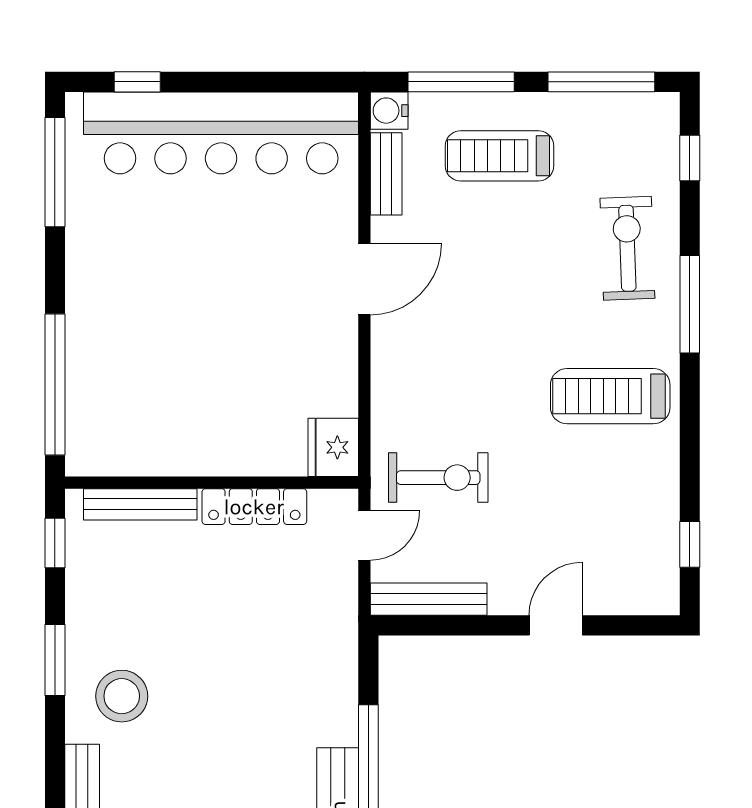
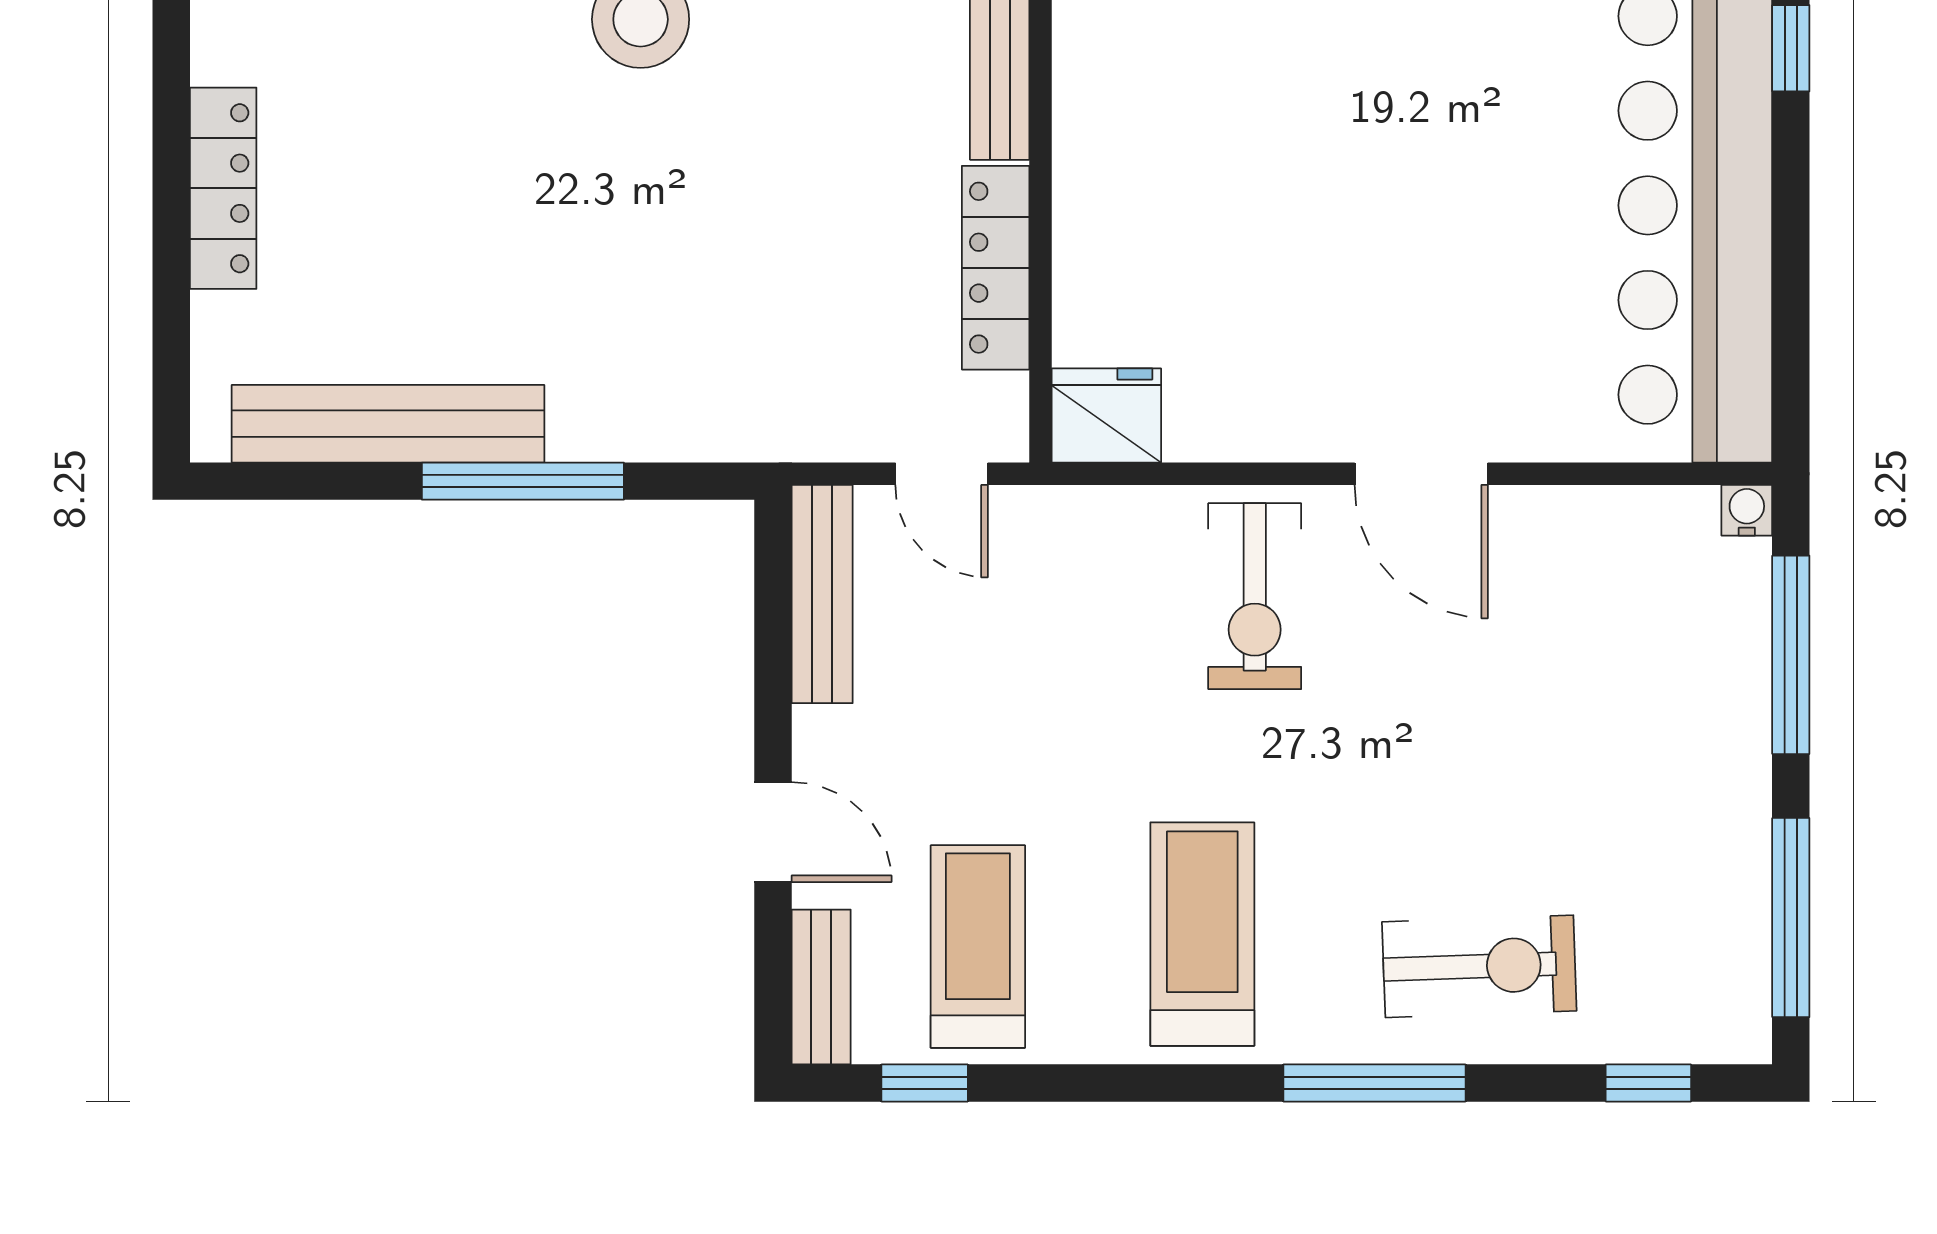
water cooler: (389, 111) -> (1747, 510), width x0.72, depth x0.72
treadmill: (500, 156) -> (978, 946), moved
bench: (386, 174) -> (821, 987), moved, turned 90
exercise bike: (438, 478) -> (1255, 596), moved

